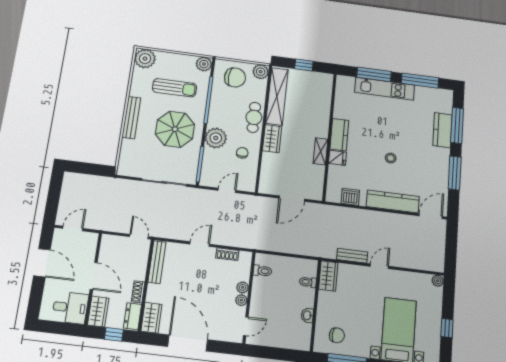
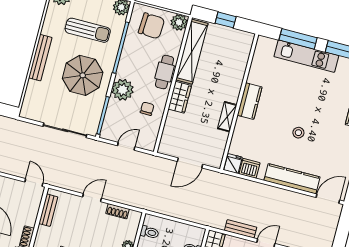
fridge: (337, 158) -> (233, 164), moved, turned -90
bench: (157, 262) -> (48, 210), width x0.73

